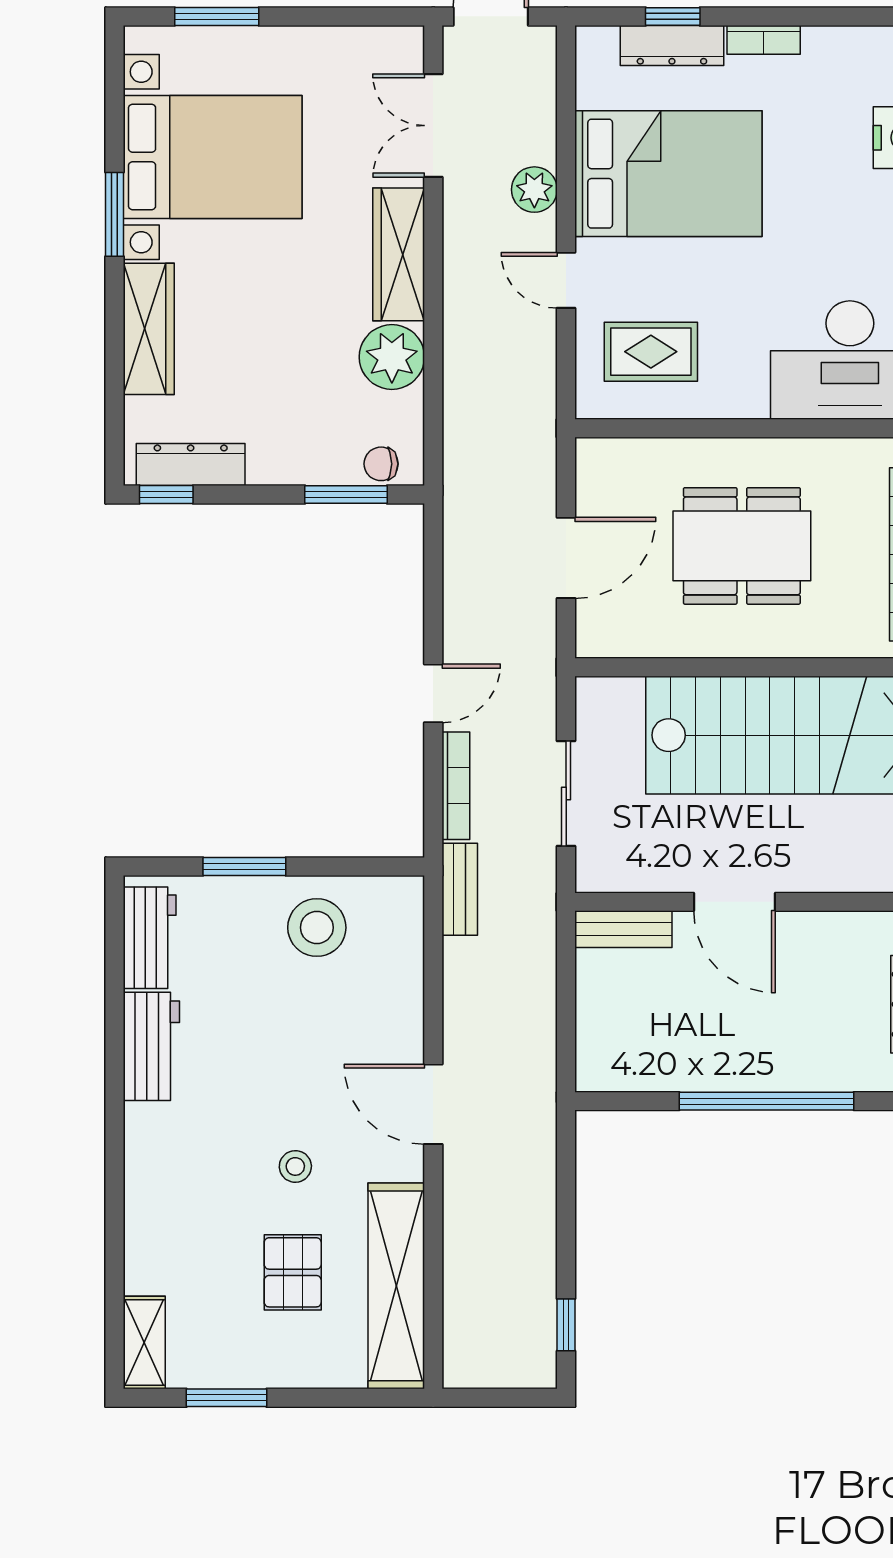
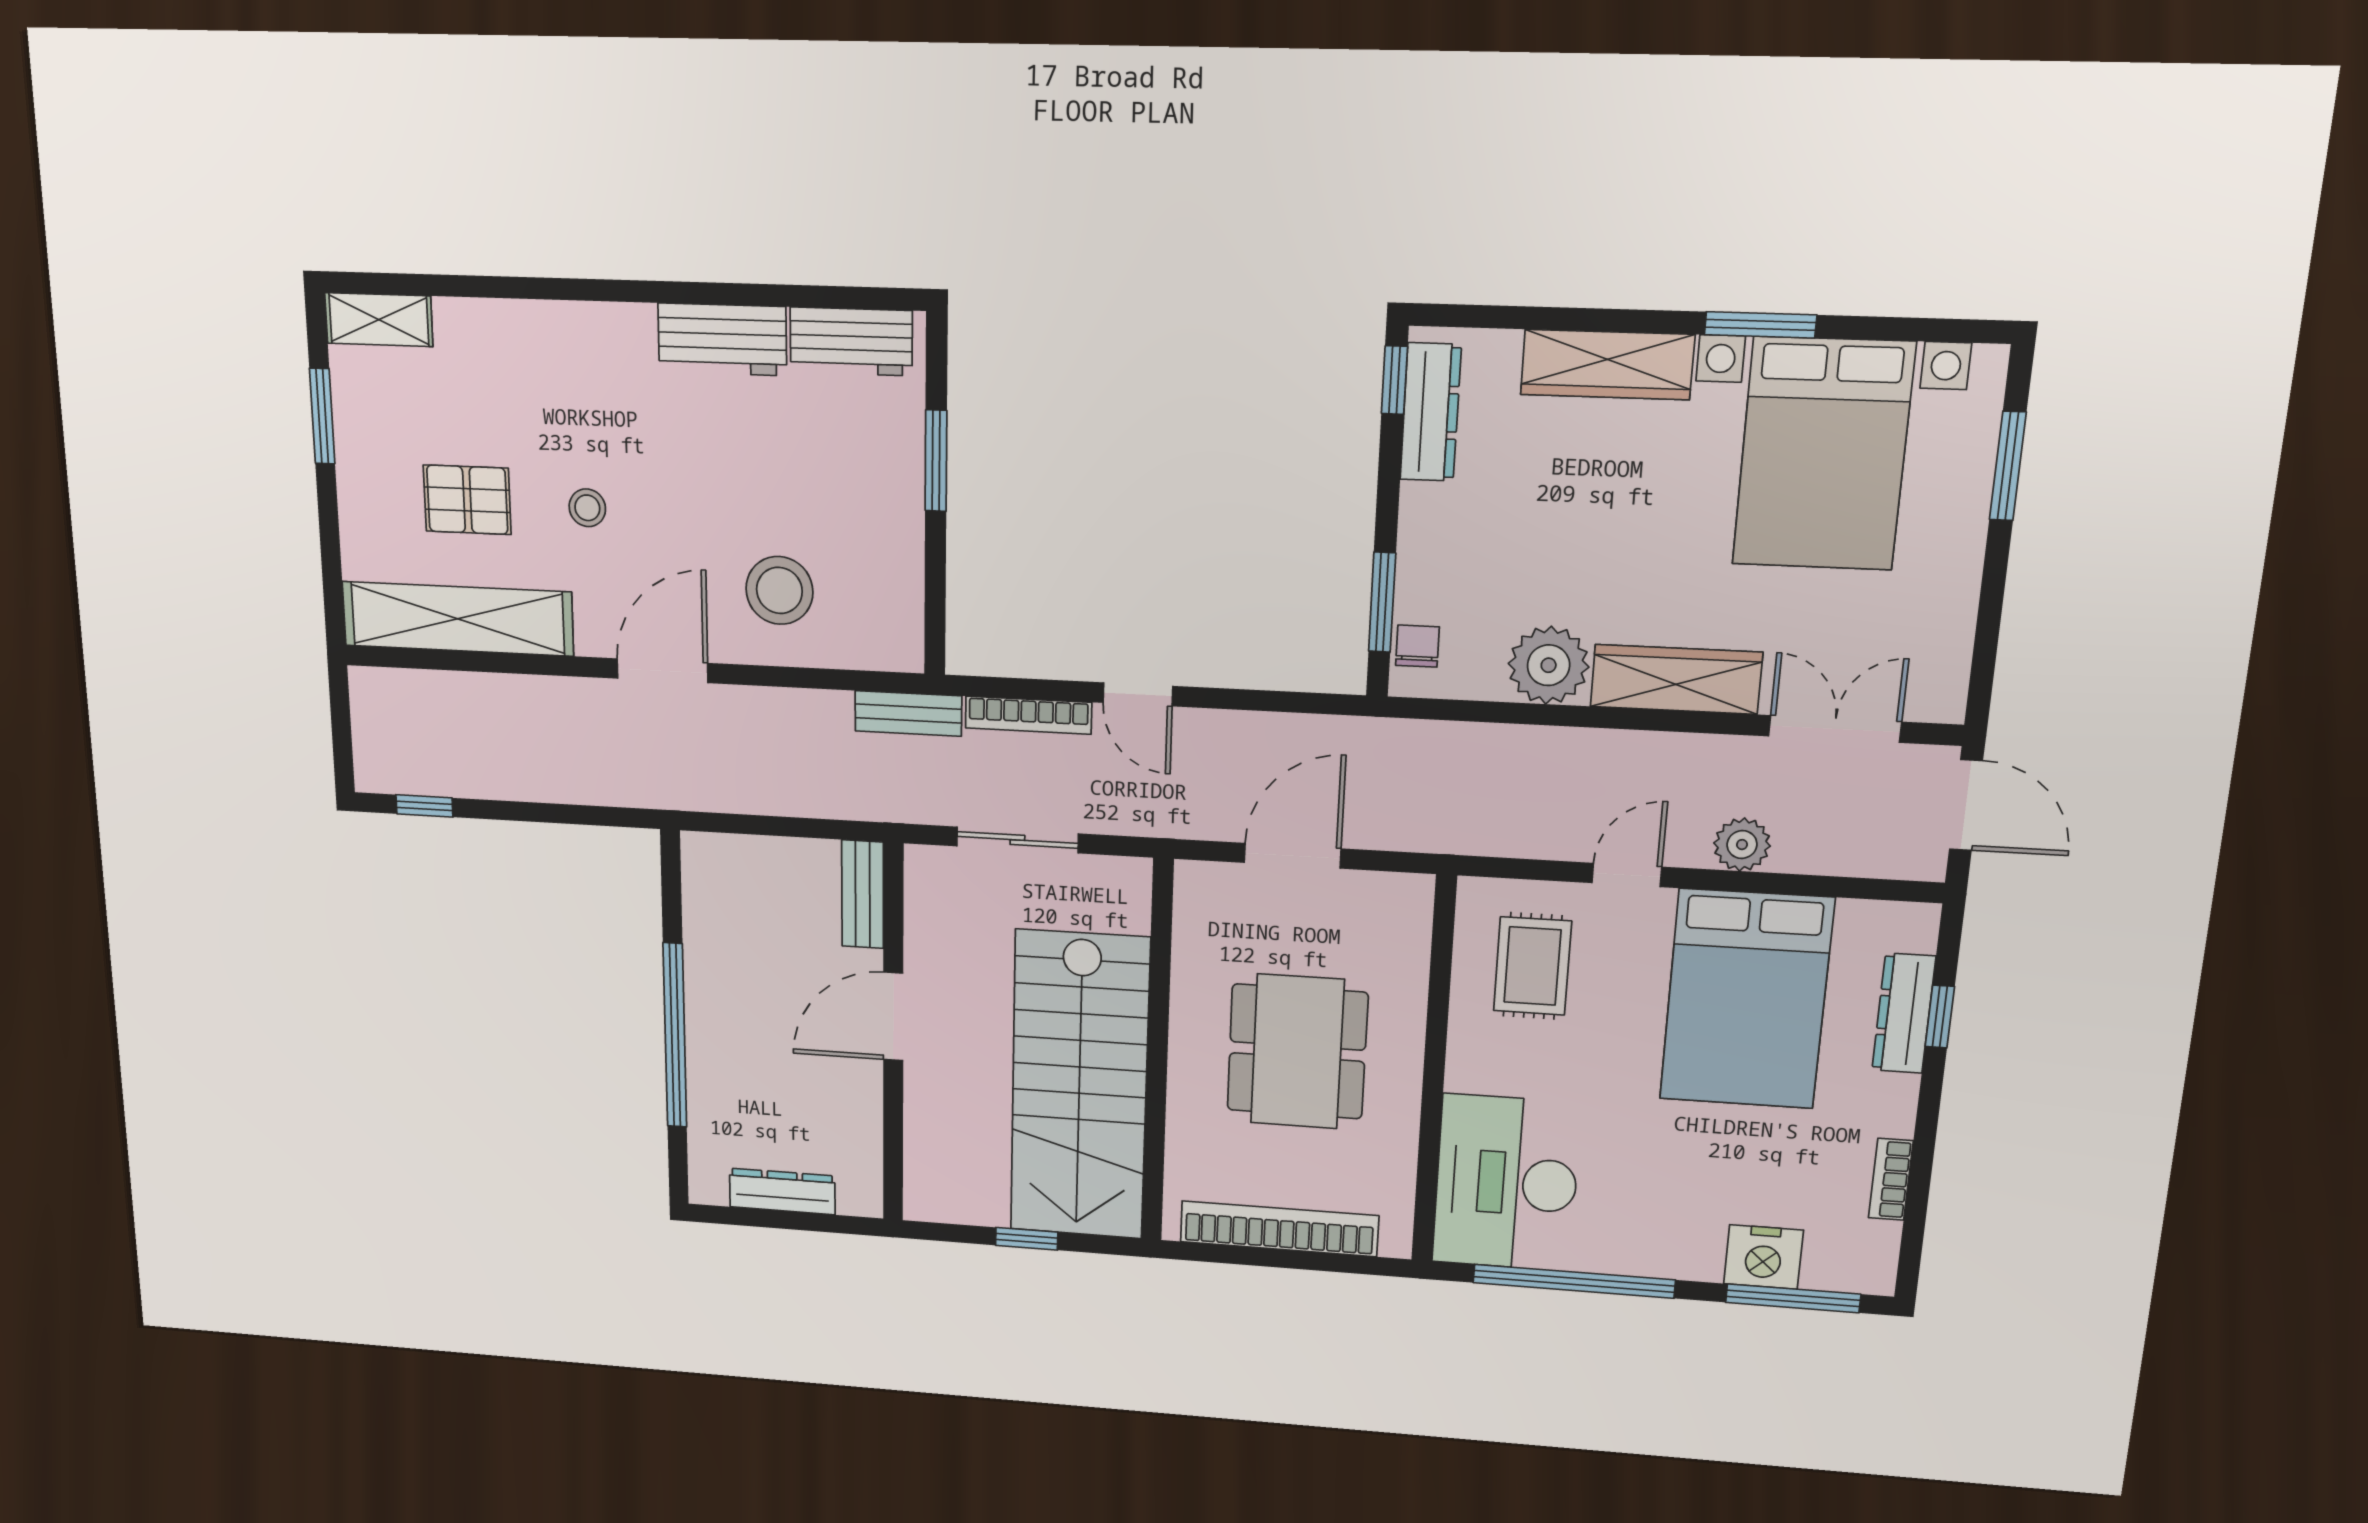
bookcase: (764, 40) -> (1891, 1179), moved
door: (566, 558) -> (1293, 856), swing flipped
stool: (317, 928) -> (779, 590), moved

